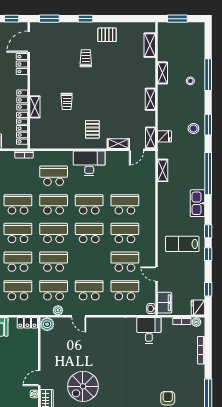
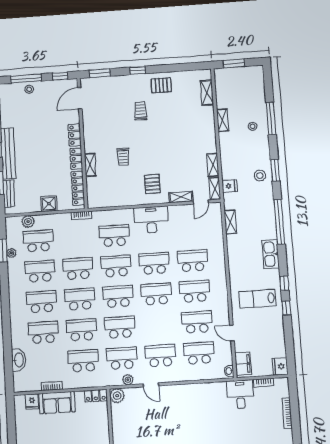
locker: (22, 64) -> (75, 135), moved
shelving: (150, 99) -> (213, 165), moved
window: (208, 289) -> (289, 346), removed
plant: (196, 322) -> (279, 383), removed
desk: (149, 330) -> (240, 394), moved

